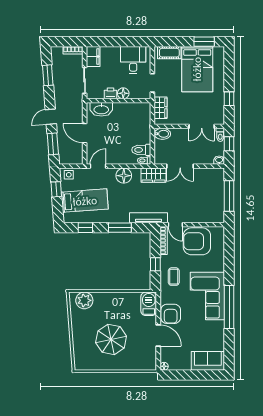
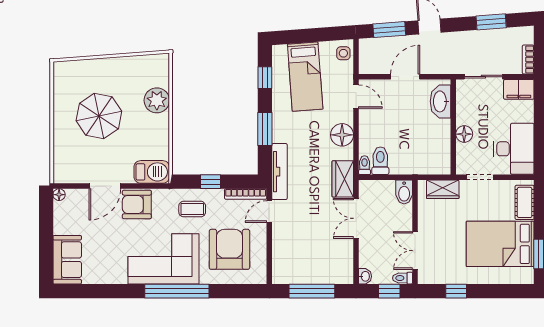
desk: (133, 60) -> (514, 149), width x1.37
printer: (110, 93) -> (464, 115), removed
window: (56, 189) -> (322, 35), removed
armchair: (197, 241) -> (229, 249), moved
plant: (84, 300) -> (157, 100), moved
window: (229, 307) -> (177, 291), moved

